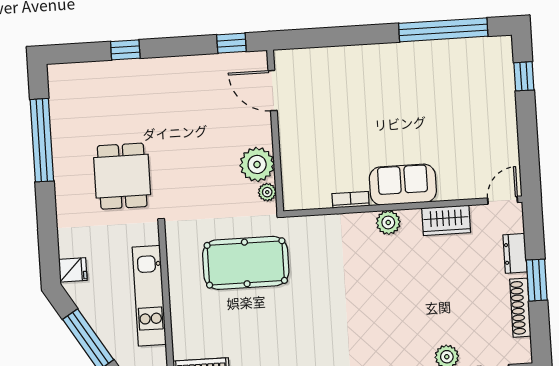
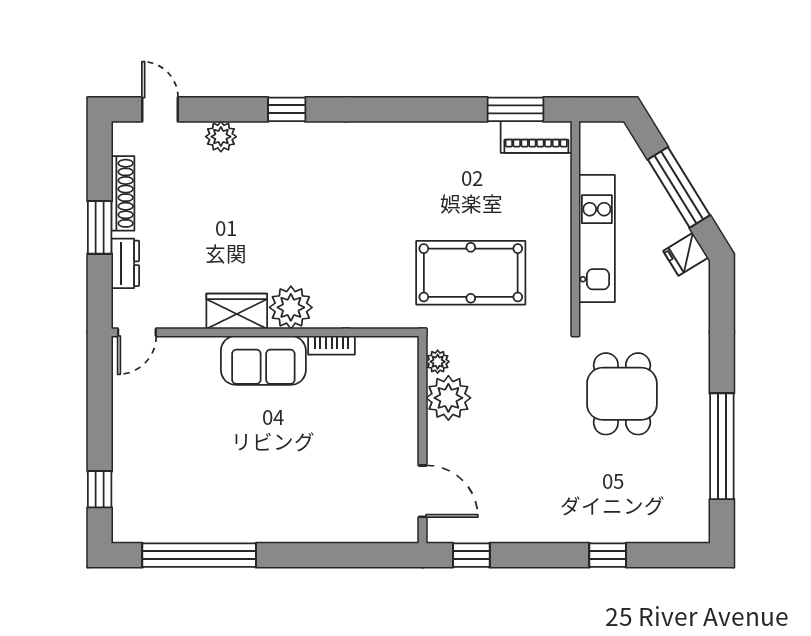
wardrobe: (446, 220) -> (237, 311), moved
plant: (388, 222) -> (291, 307), width x1.36, depth x1.36
fridge: (73, 270) -> (686, 254), moved, turned -32

